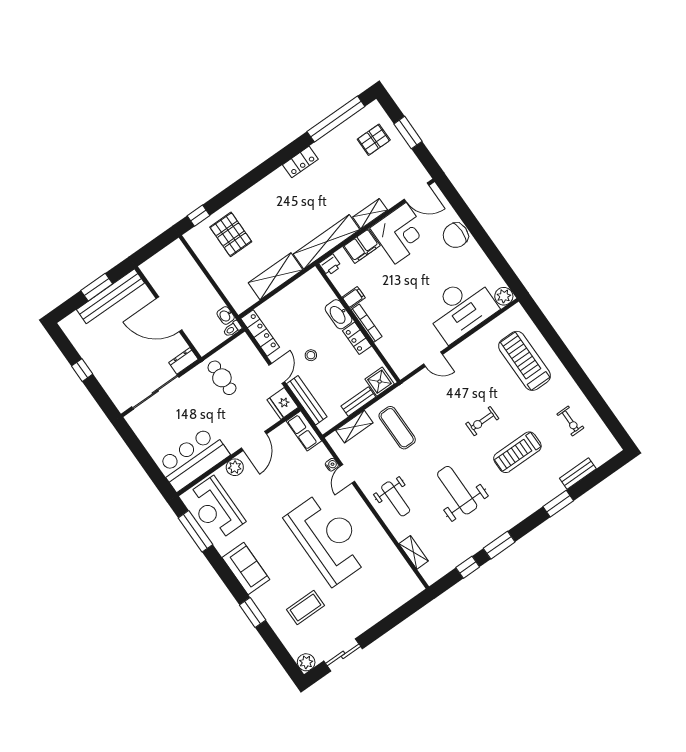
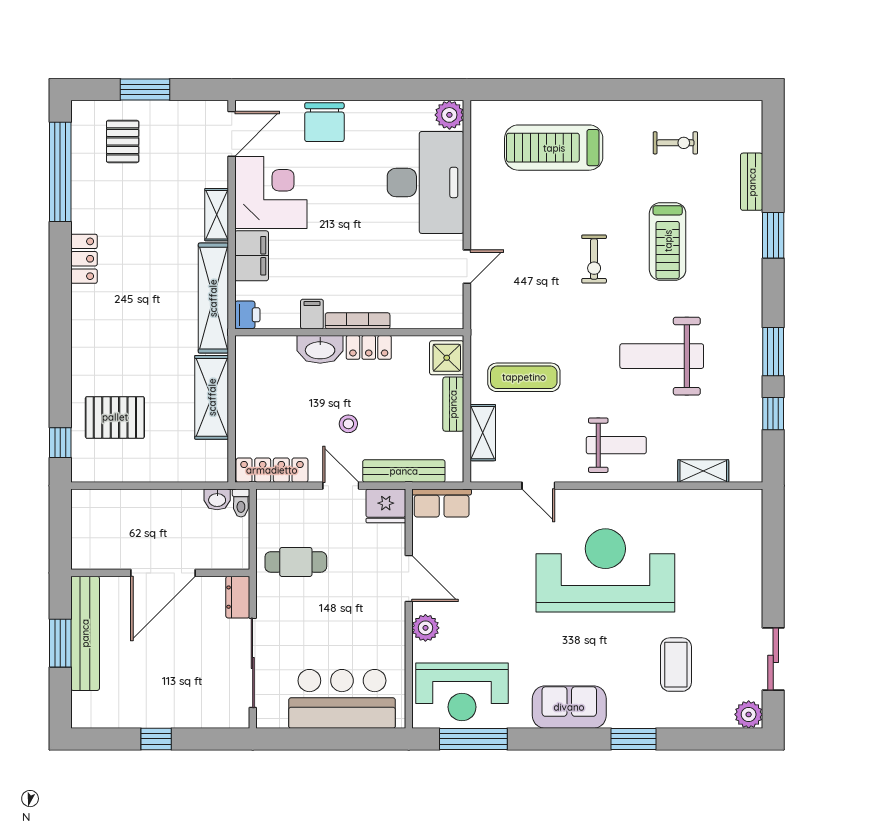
bar counter: (193, 459) -> (342, 699), moved, turned 90
water cooler: (332, 465) -> (512, 498), removed

